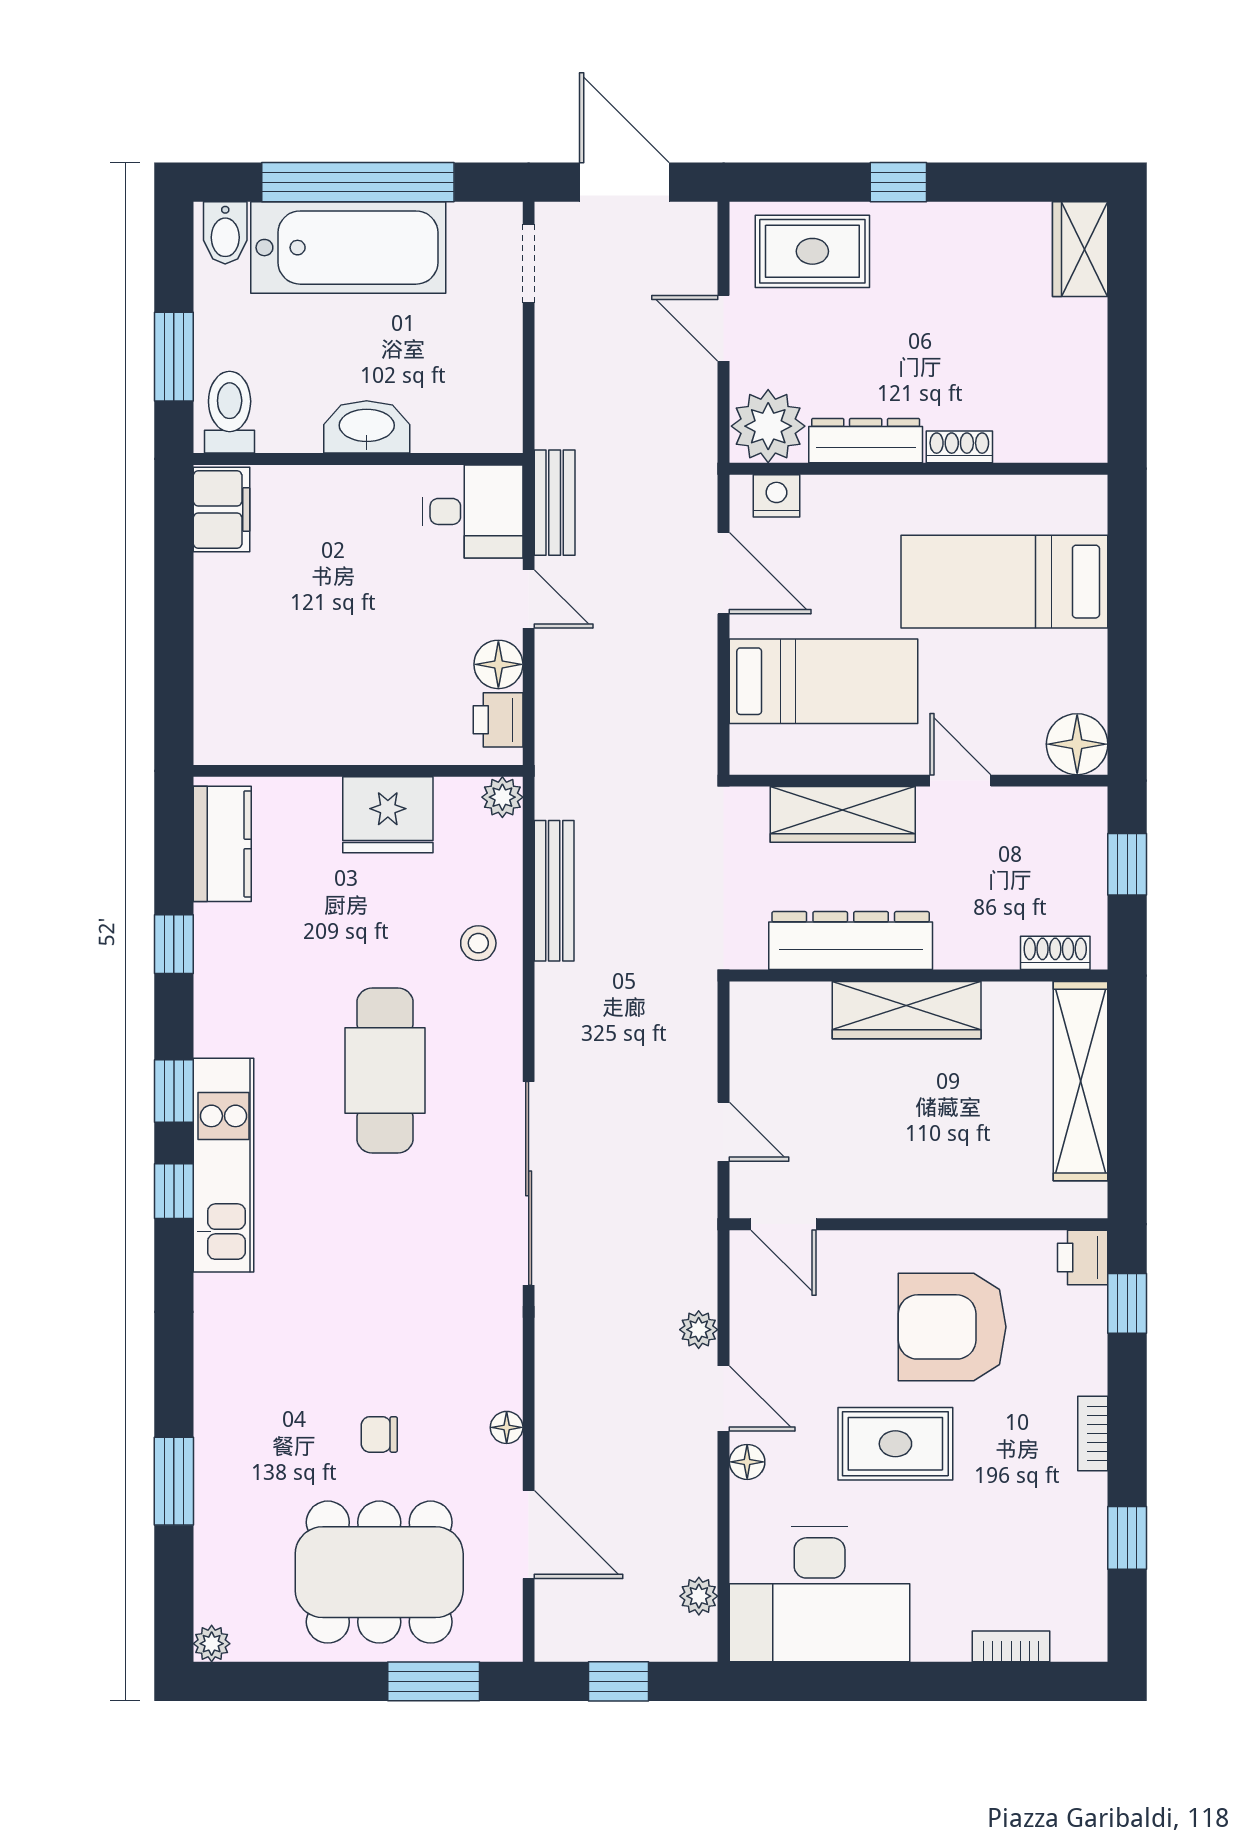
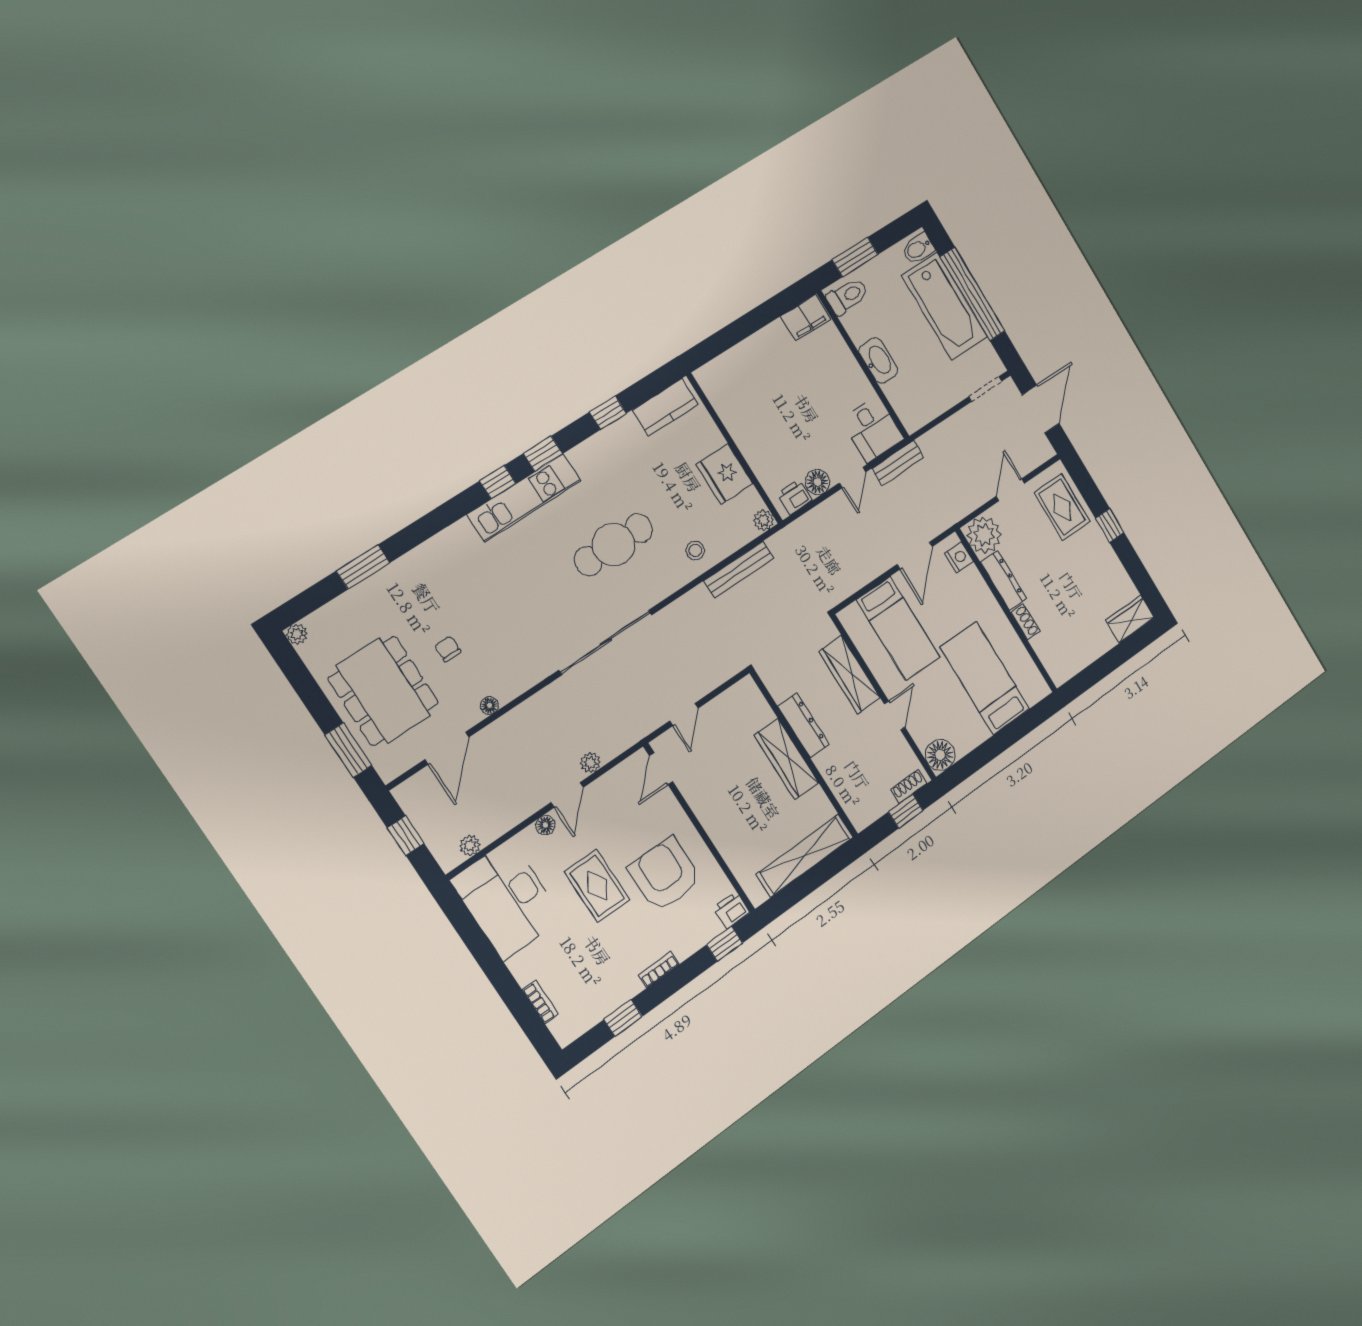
dresser: (851, 941) -> (804, 725), width x0.73, depth x0.80
shoe rack: (1055, 953) -> (909, 786), moved, turned -90

